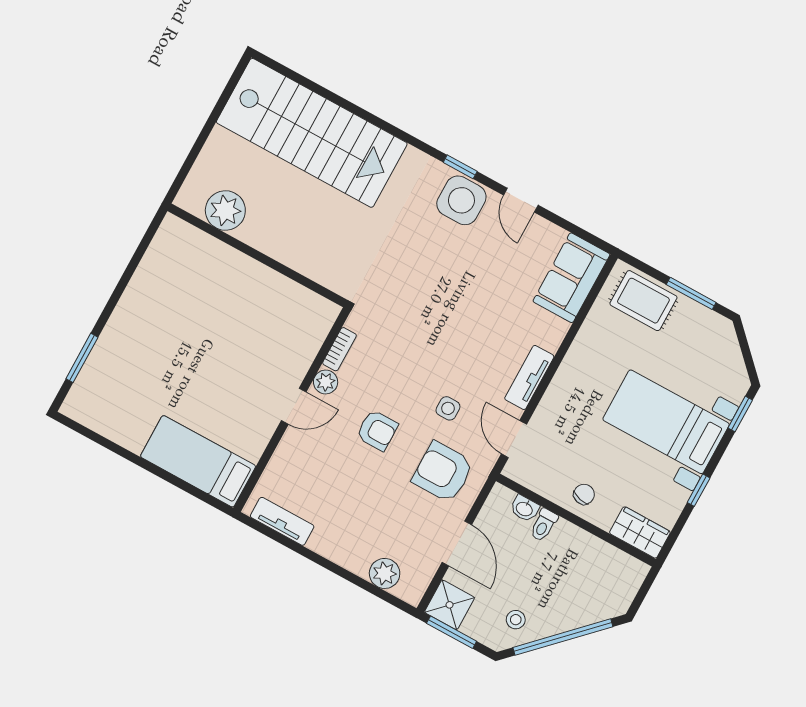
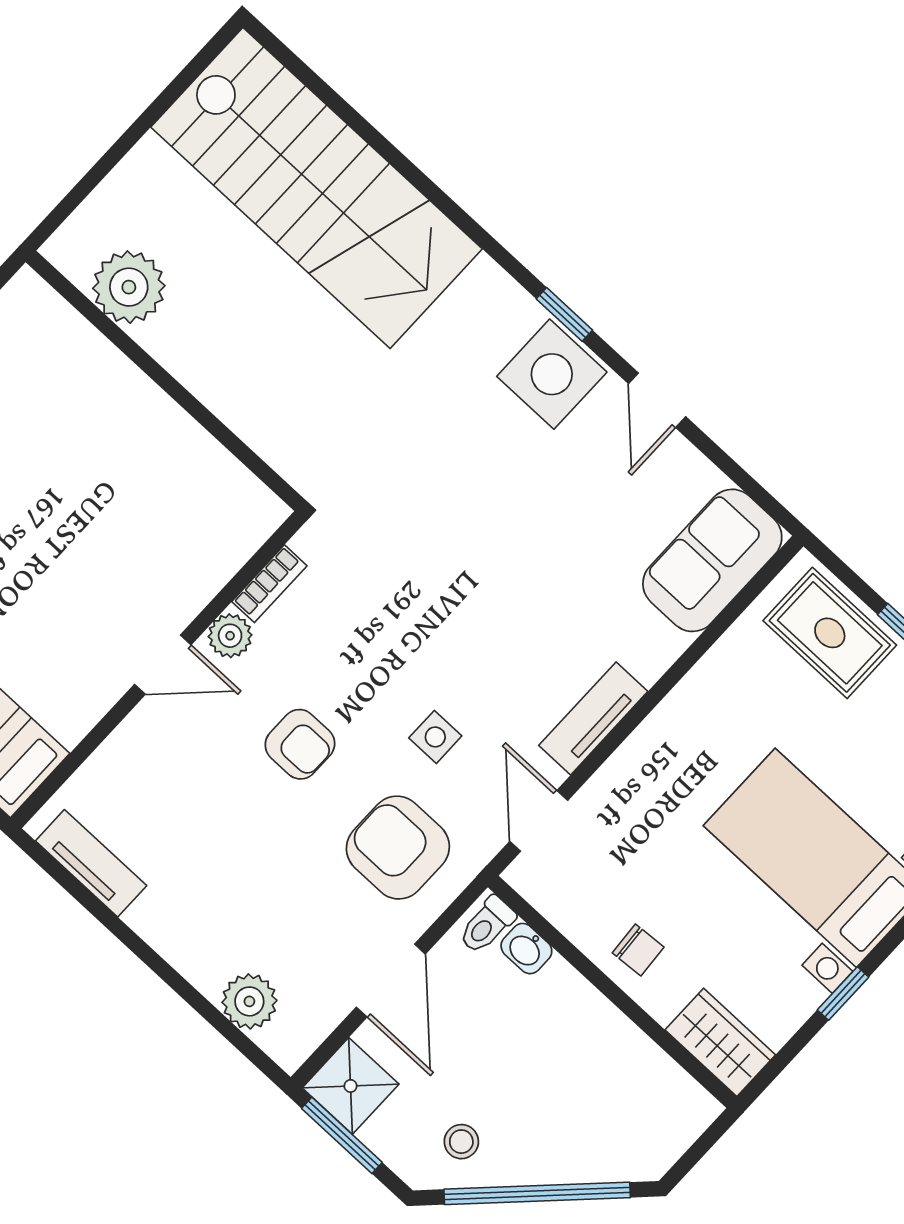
chair: (584, 494) -> (638, 950), turned 72
toilet: (544, 525) -> (487, 925), moved

